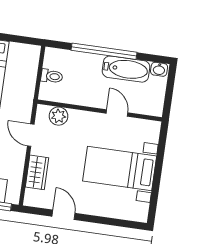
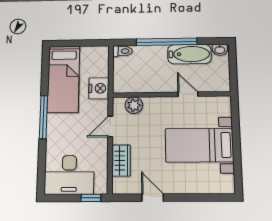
toilet: (52, 76) -> (122, 51), moved
nightstand: (24, 92) -> (99, 88), added
door: (31, 135) -> (110, 126), hinge flipped

